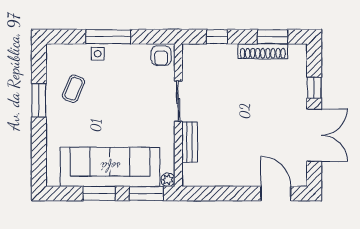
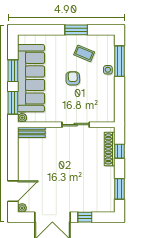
window: (108, 37) -> (120, 61), moved
shoe rack: (263, 51) -> (110, 149), moved
armchair: (161, 56) -> (73, 78), moved, turned 89
bench: (189, 142) -> (31, 132), moved
plant: (301, 180) -> (22, 208), added

